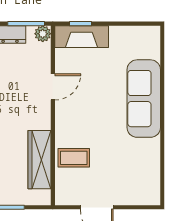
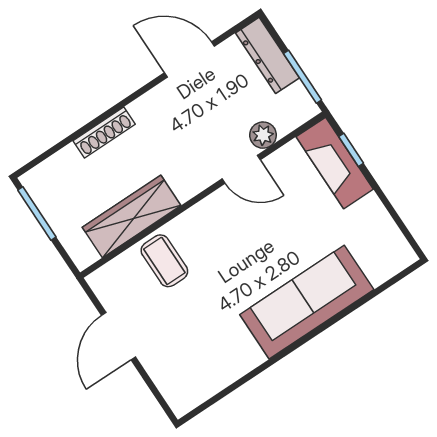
plant: (43, 34) -> (263, 135), moved

